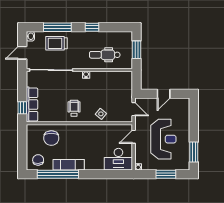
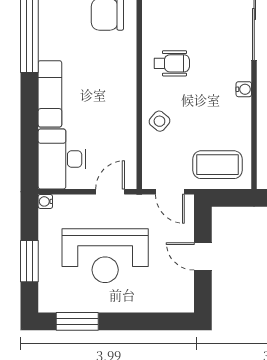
coffee table: (121, 87) -> (217, 165), added
door: (134, 109) -> (170, 192), hinge flipped
door: (134, 137) -> (110, 192), hinge flipped
exam couch: (69, 165) -> (50, 94), moved

